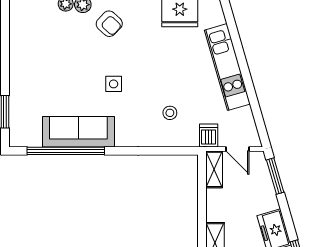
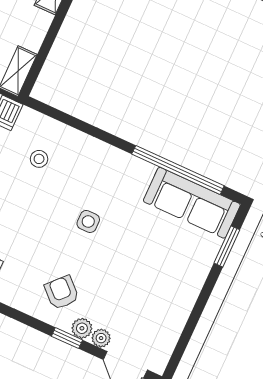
sofa: (78, 132) -> (192, 203), moved

